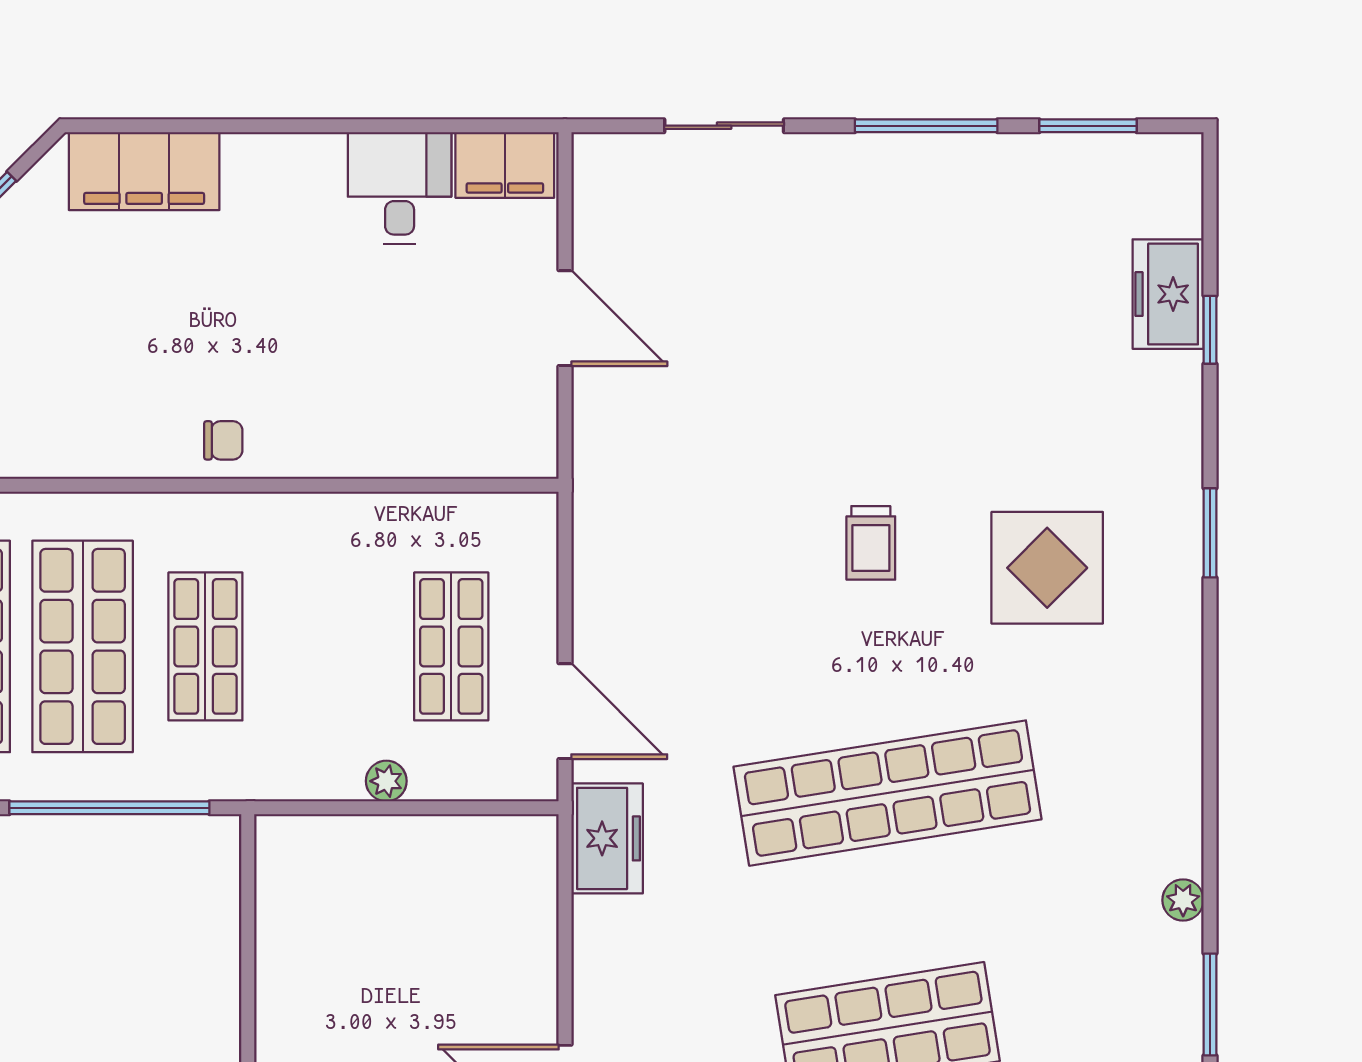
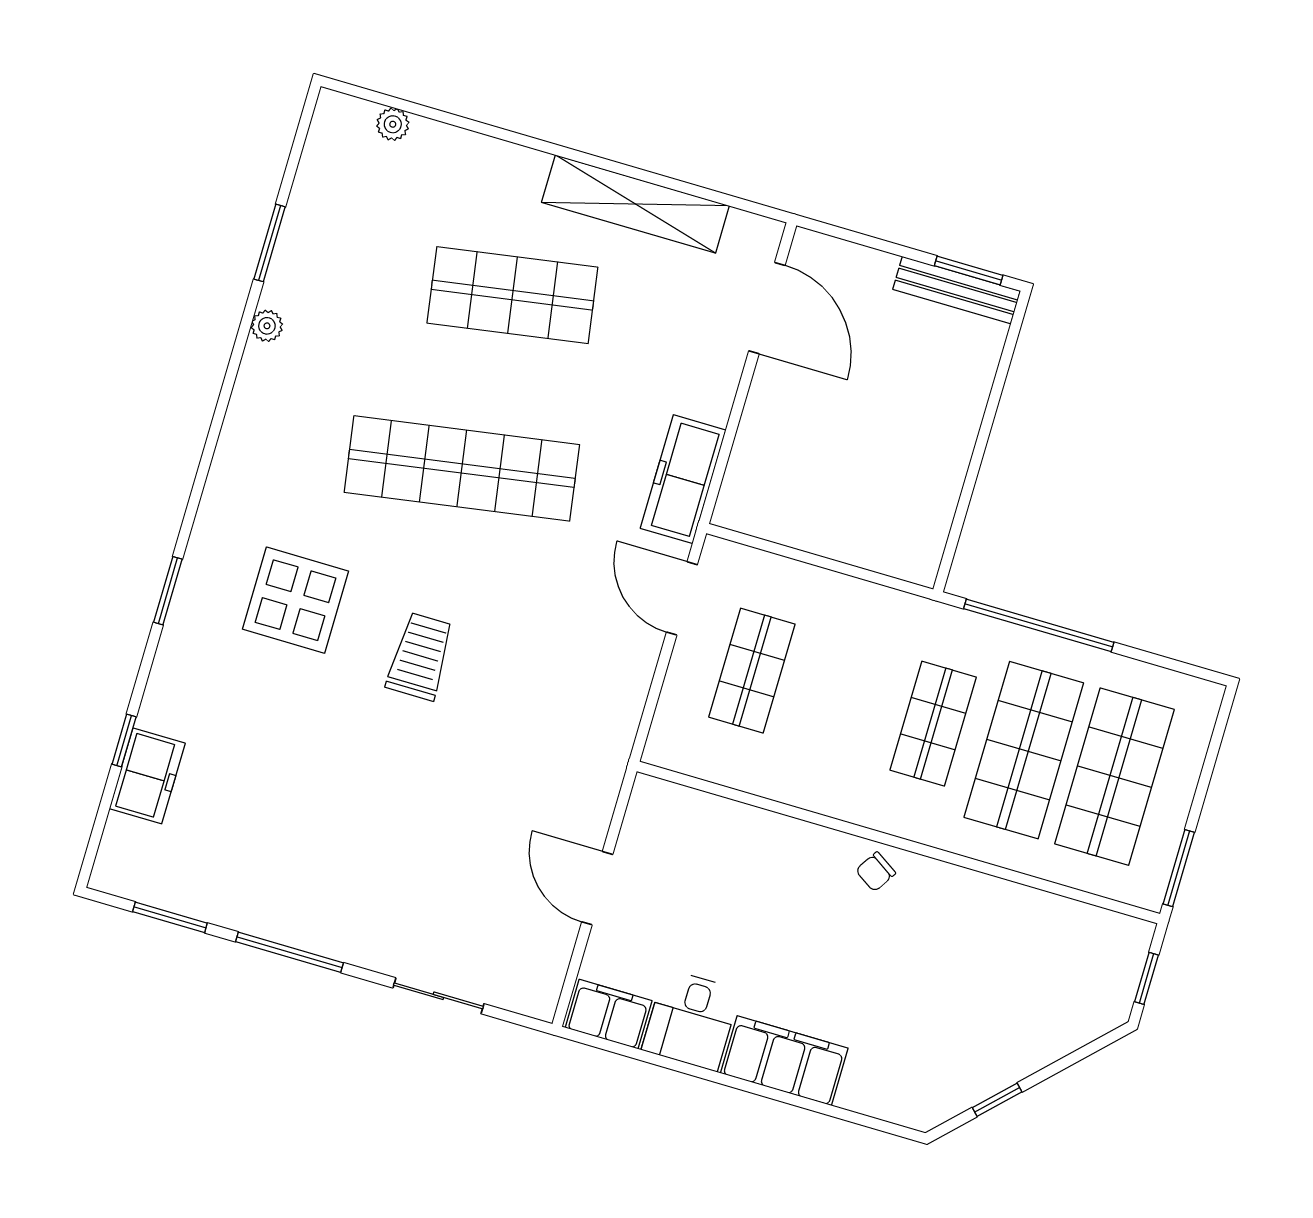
filing cabinet: (144, 171) -> (784, 1061), moved
chair: (223, 440) -> (876, 872), turned -57
trolley: (871, 543) -> (420, 657), width x1.36, depth x1.39
plant: (386, 781) -> (829, 585), removed
freezer: (607, 838) -> (683, 479), width x1.40

